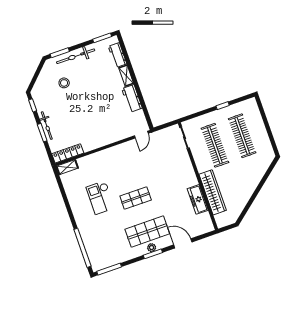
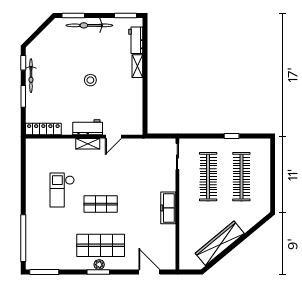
stool: (64, 83) -> (90, 80), moved
workbench: (132, 98) -> (88, 127), moved, turned 90
bicycle: (47, 126) -> (31, 76), moved
door: (141, 135) -> (113, 137), moved
shelving: (67, 167) -> (88, 144), moved
wardrobe: (213, 192) -> (220, 243), moved, turned -130
freezer: (198, 199) -> (168, 208), moved
door: (183, 243) -> (149, 272), moved

